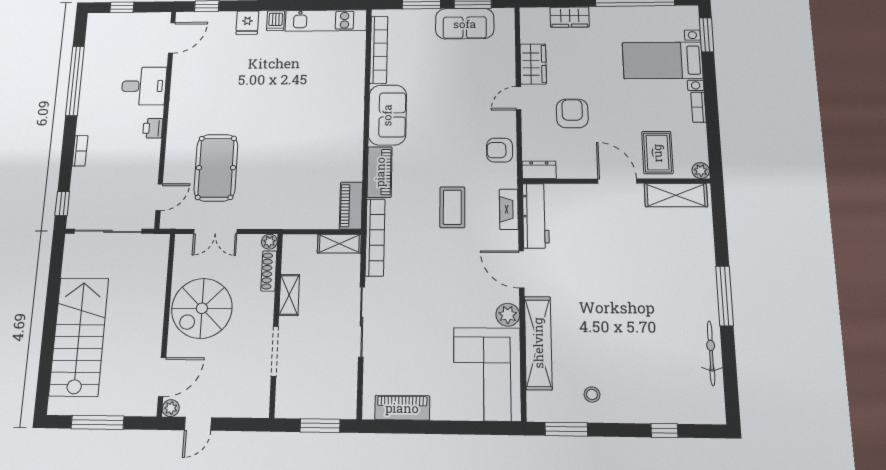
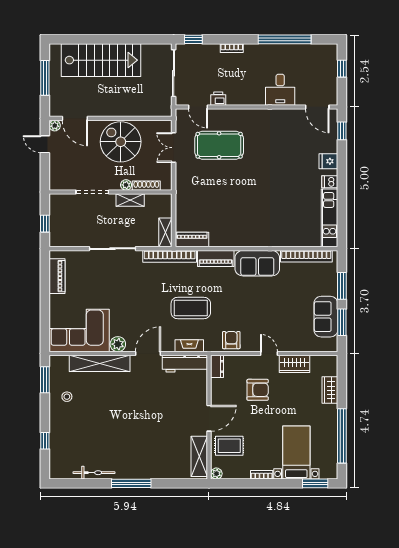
printer: (153, 128) -> (218, 99), moved
coffee table: (452, 207) -> (191, 308), width x1.36, depth x1.32
plant: (269, 242) -> (126, 185), moved
window: (320, 426) -> (45, 224), width x0.67

